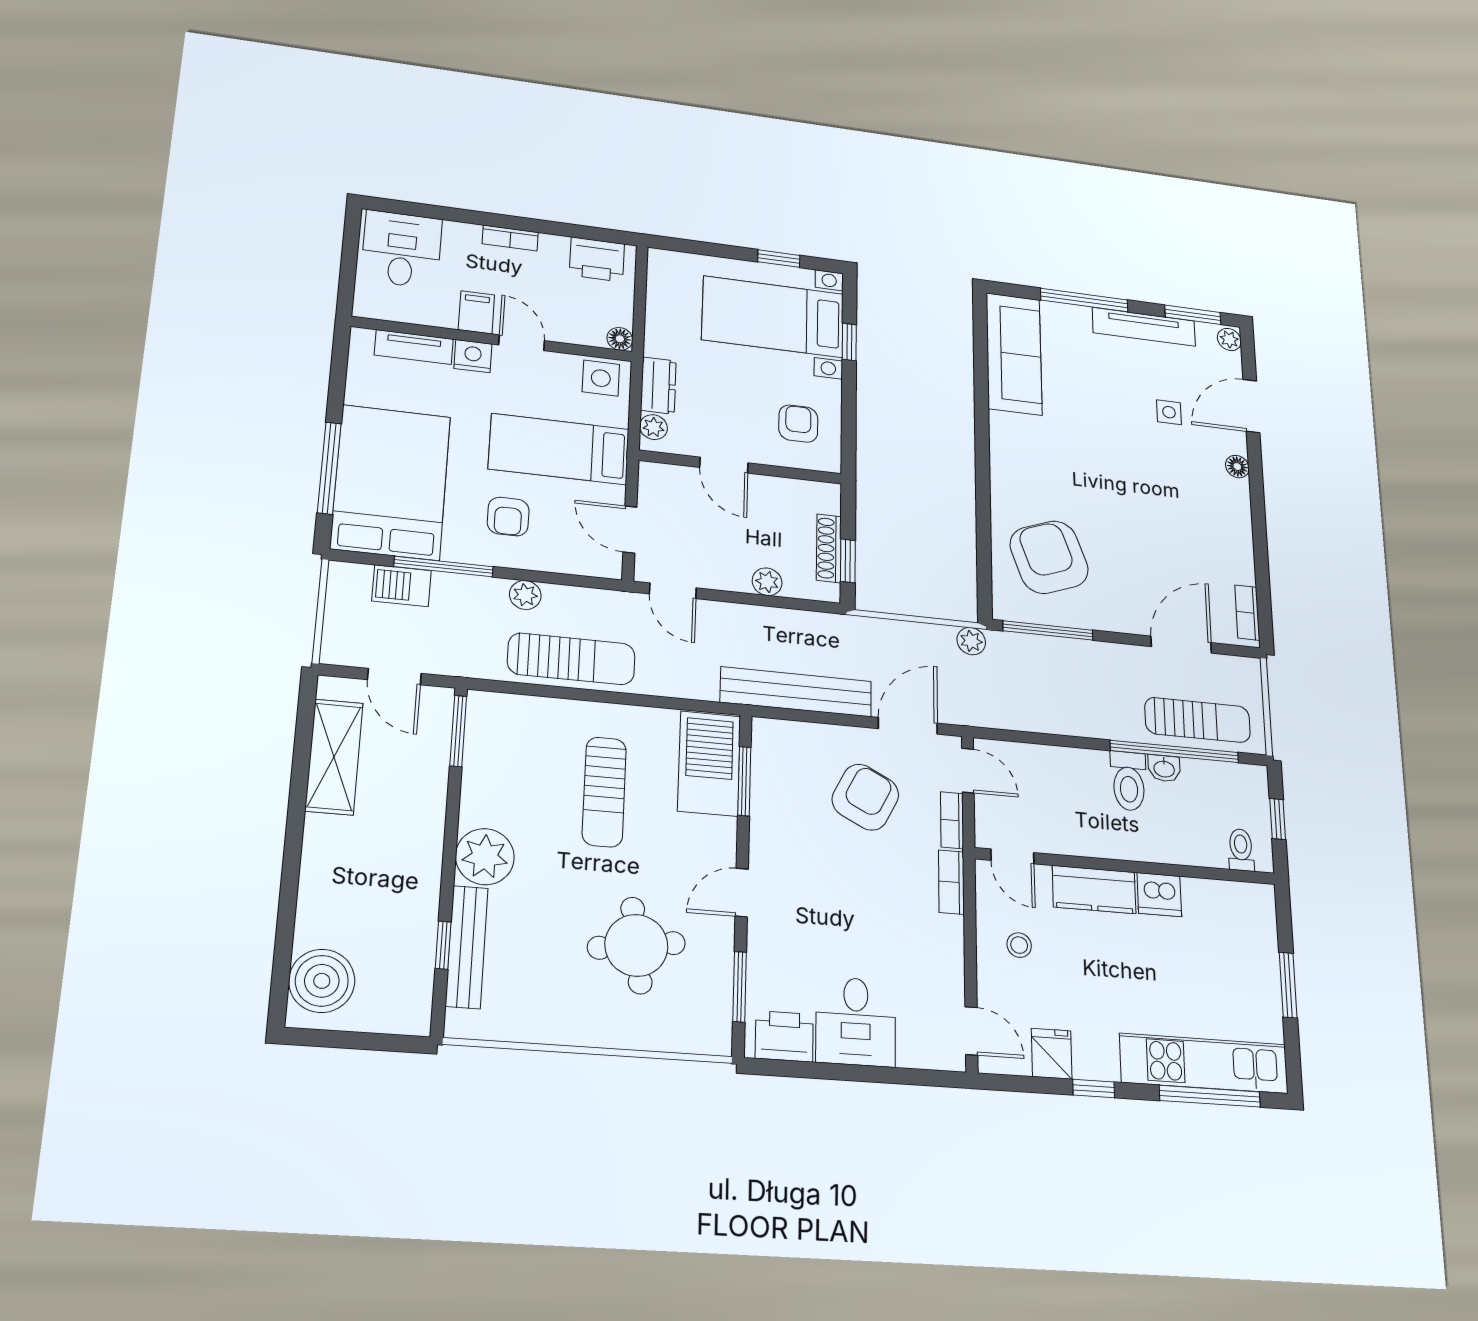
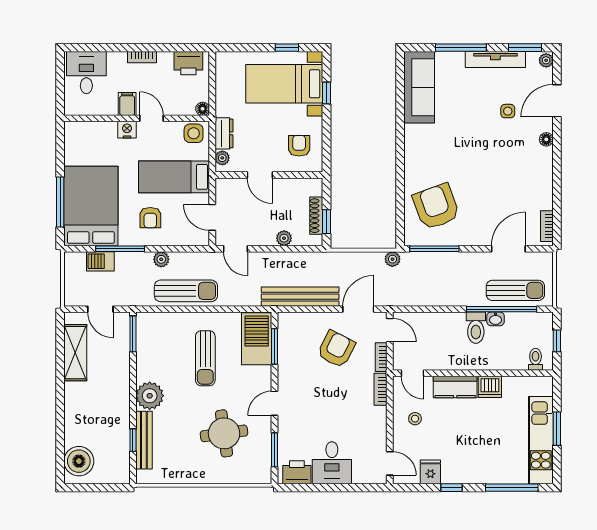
tv unit: (414, 347) -> (97, 129), removed
kitchen unit: (1204, 1063) -> (541, 440), moved, turned -90

